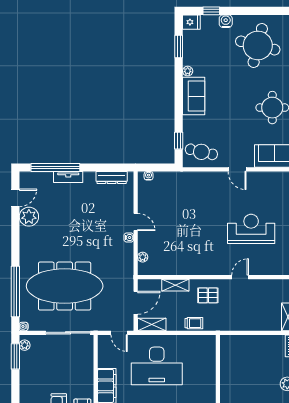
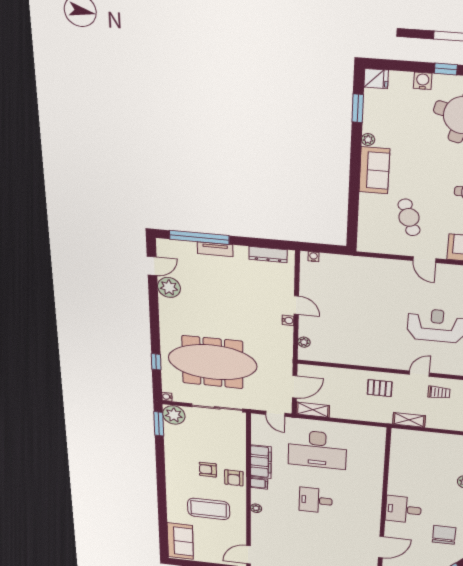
window: (211, 11) -> (446, 69), moved
window: (179, 141) -> (353, 221), removed
cafe table: (201, 152) -> (409, 217), moved, turned 58
shelving: (175, 285) -> (409, 420), moved
window: (15, 291) -> (156, 362), width x0.32
trolley: (194, 323) -> (439, 392), moved
plant: (25, 345) -> (174, 415), width x1.87, depth x1.87

